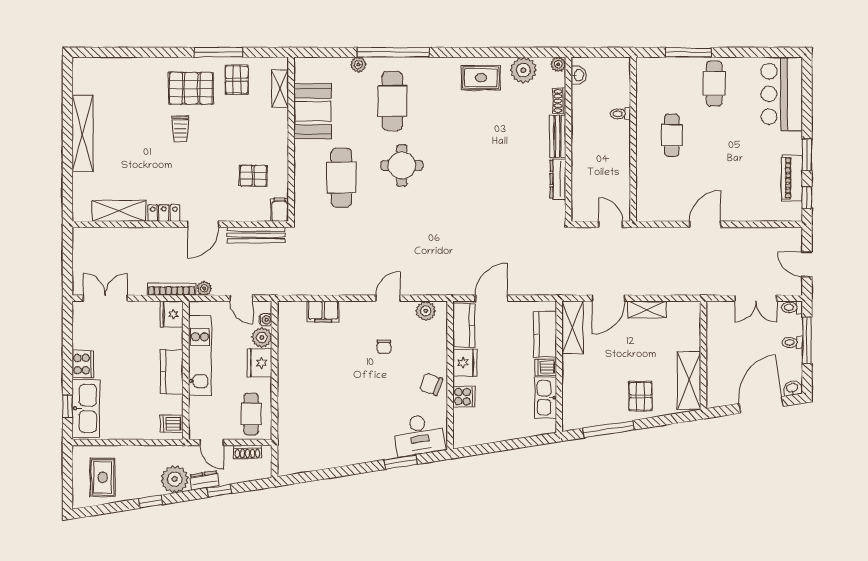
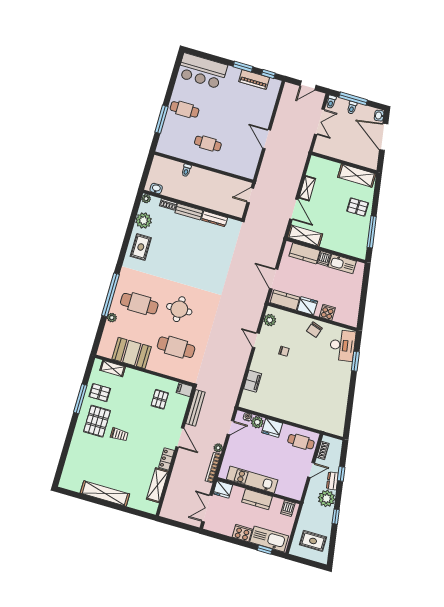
fridge: (172, 314) -> (223, 489), moved
kitchen unit: (200, 355) -> (252, 480), moved
wall: (186, 370) -> (259, 491), moved
kitchen counter: (172, 372) -> (257, 499), moved
dishwasher: (172, 424) -> (288, 508), moved

